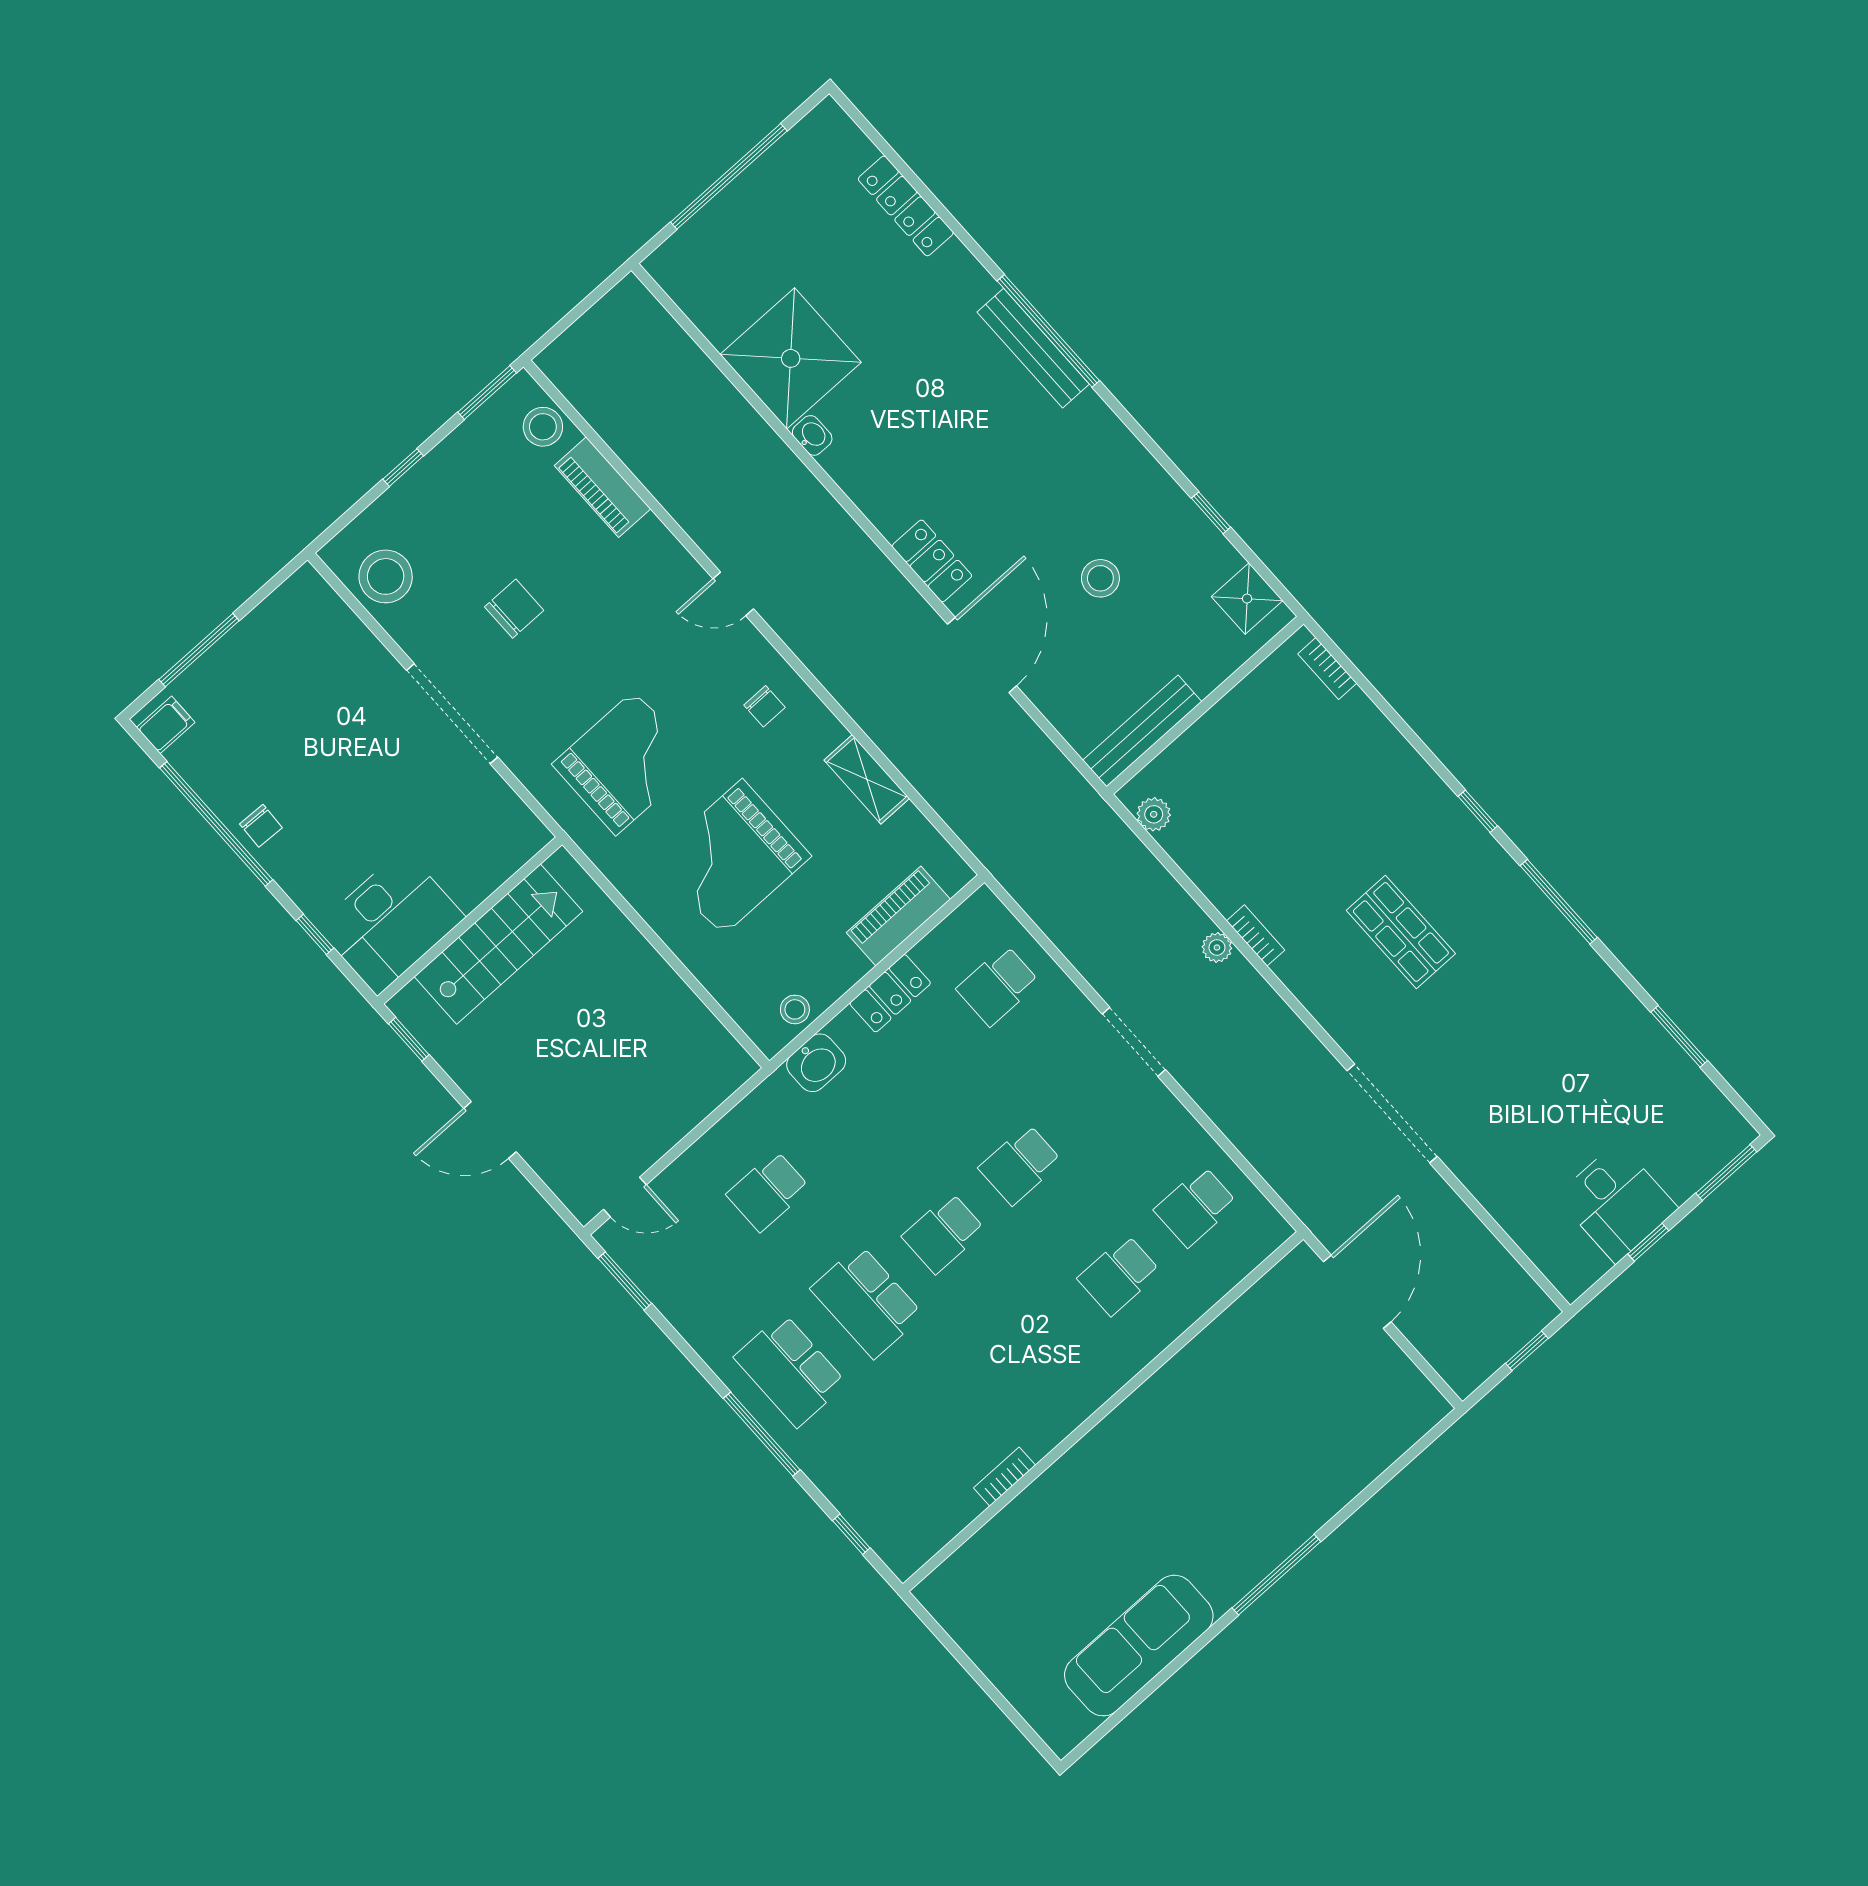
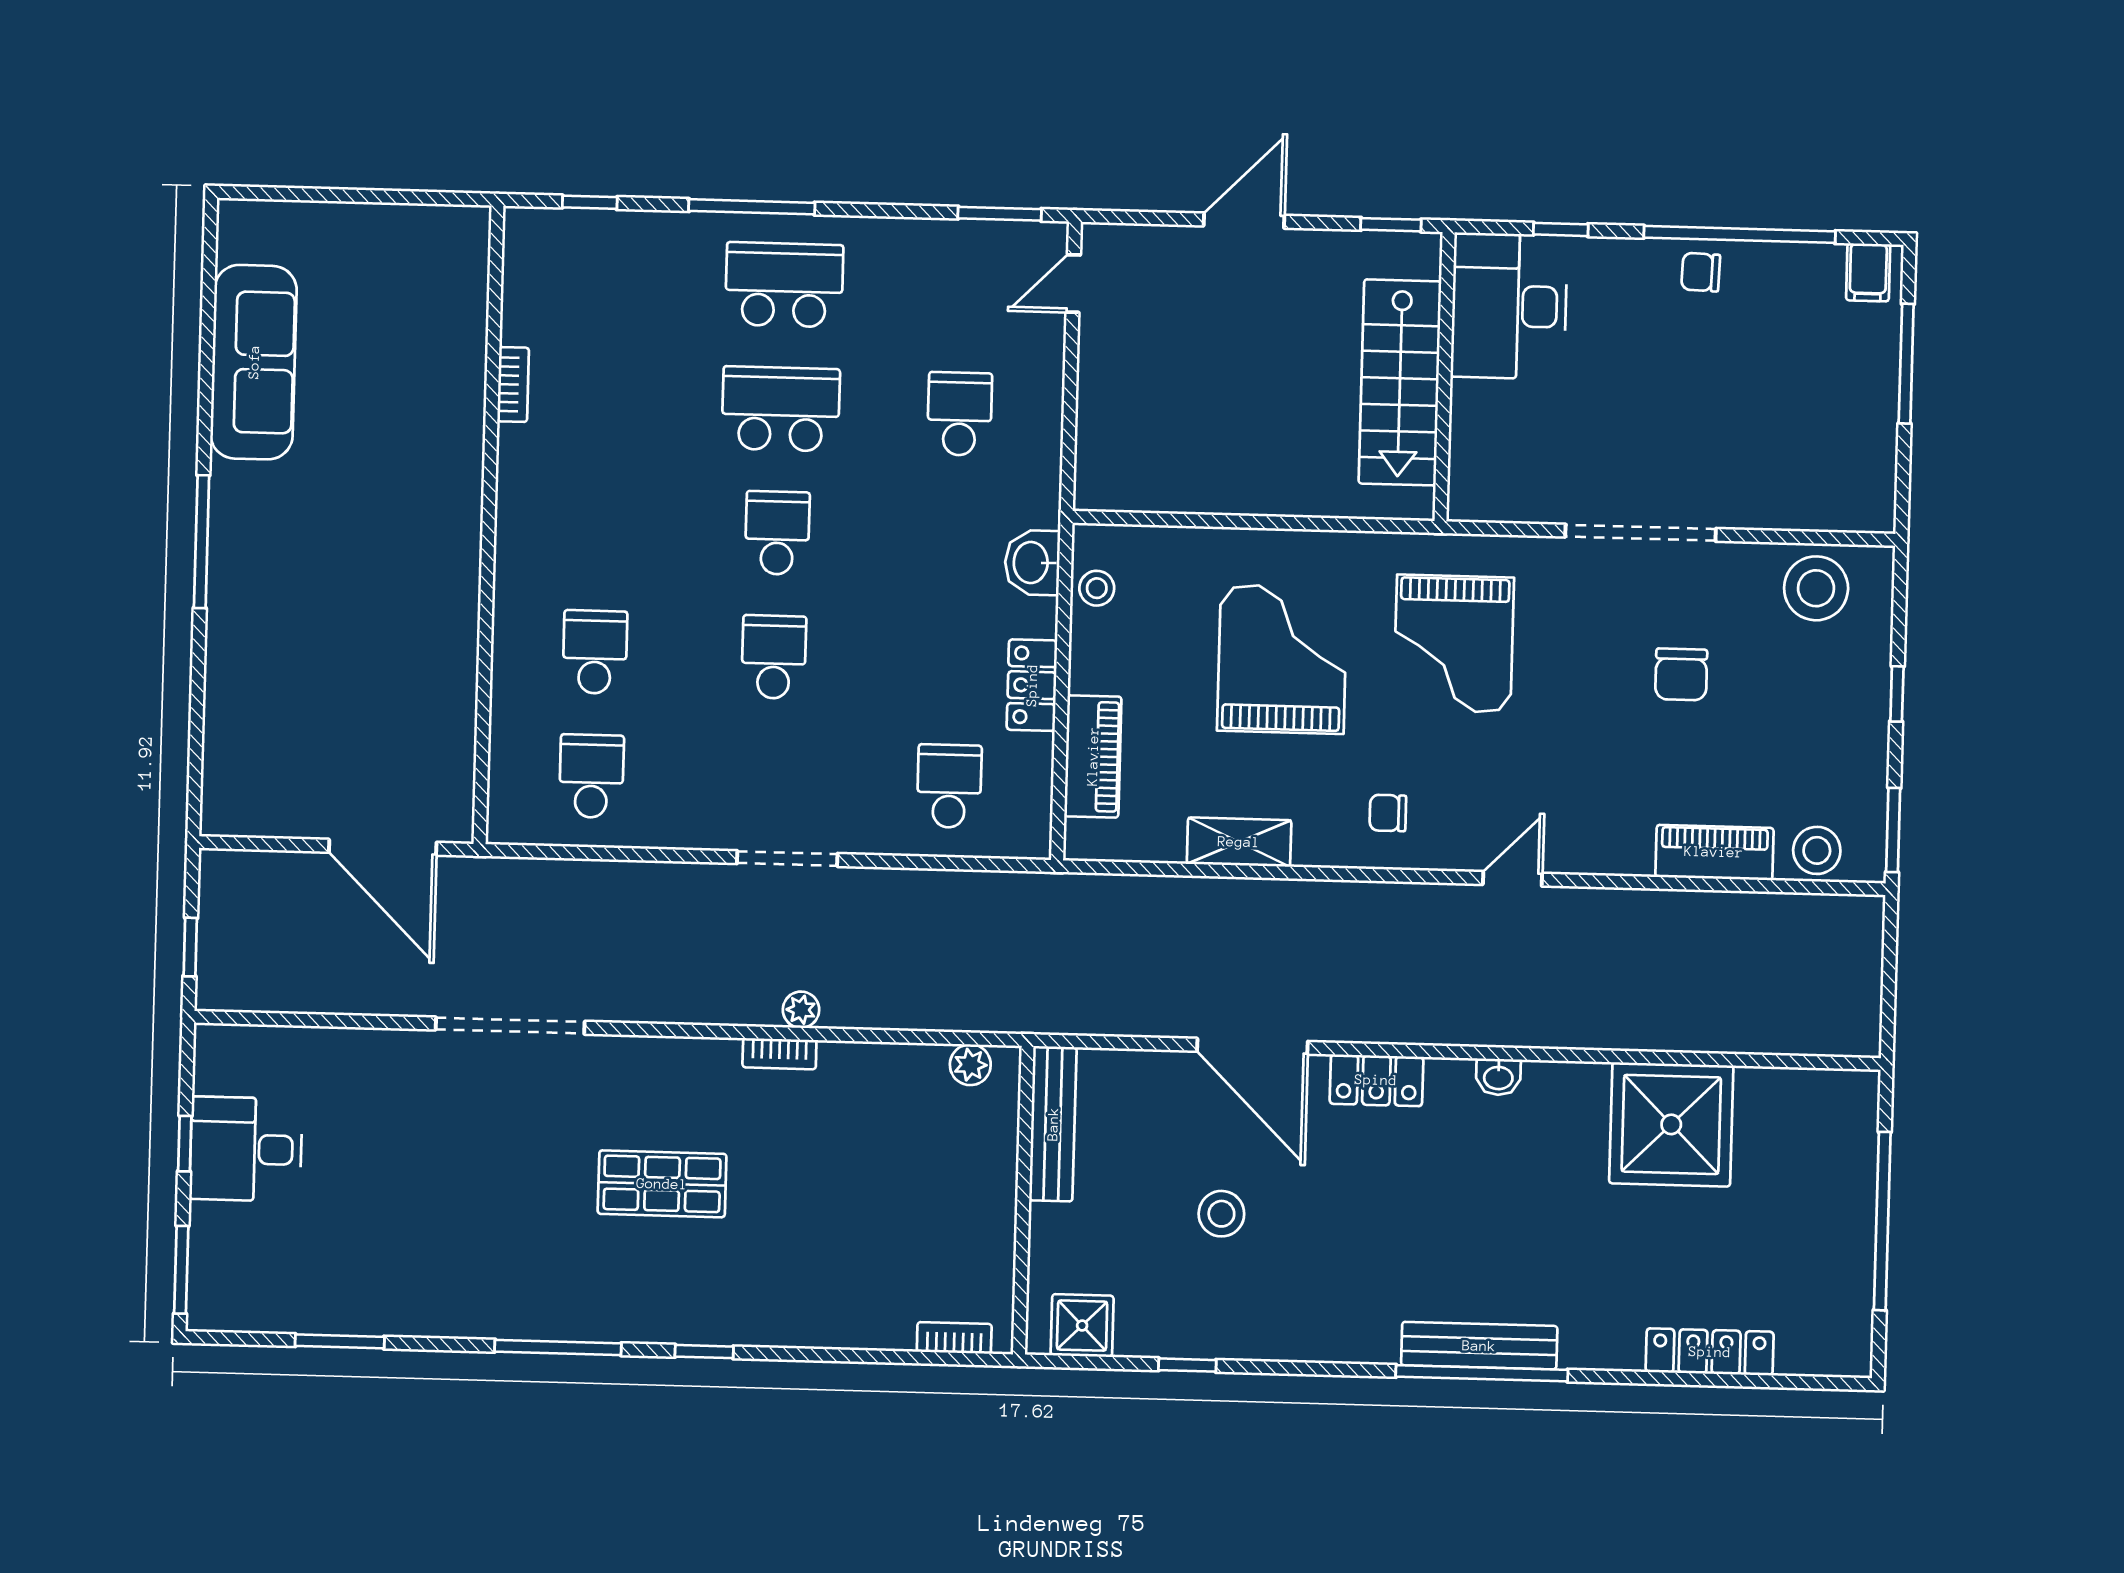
washbasin: (812, 435) -> (1498, 1077), moved

